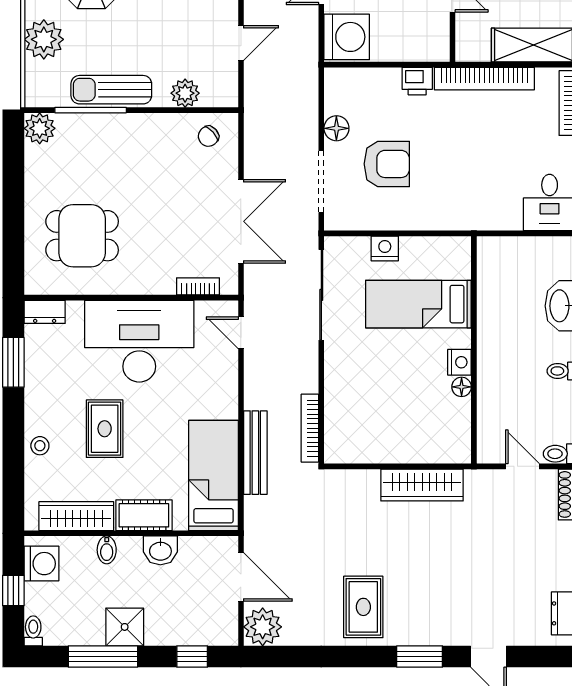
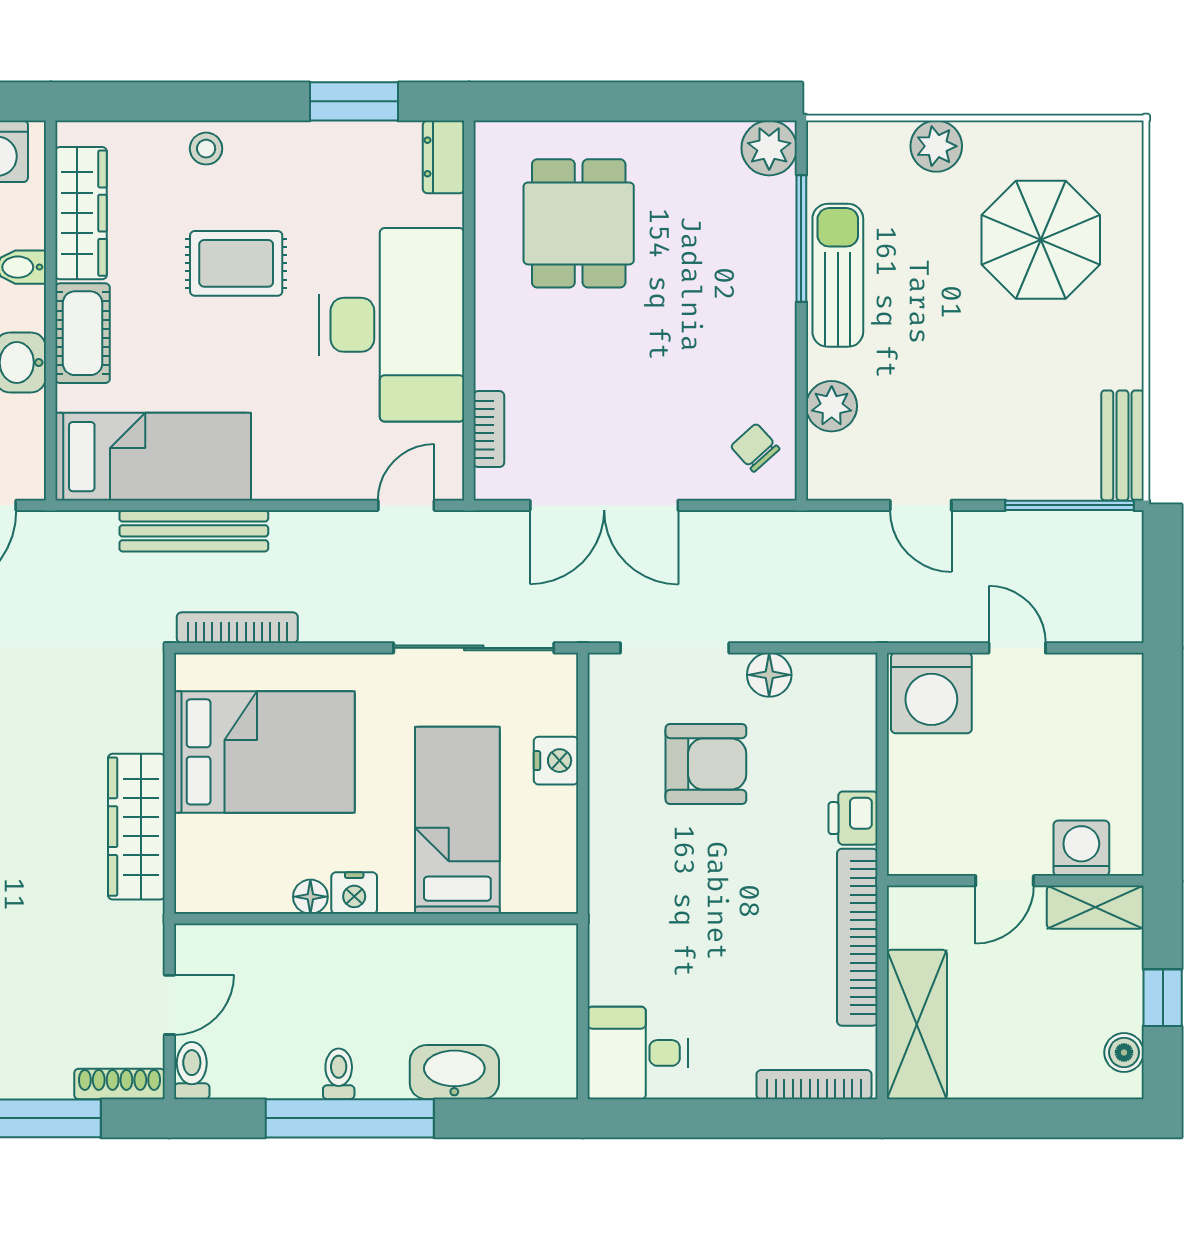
plant: (44, 39) -> (936, 146), width x0.73, depth x0.73
armchair: (387, 164) -> (706, 764), turned -90
bed: (380, 413) -> (264, 752), added

